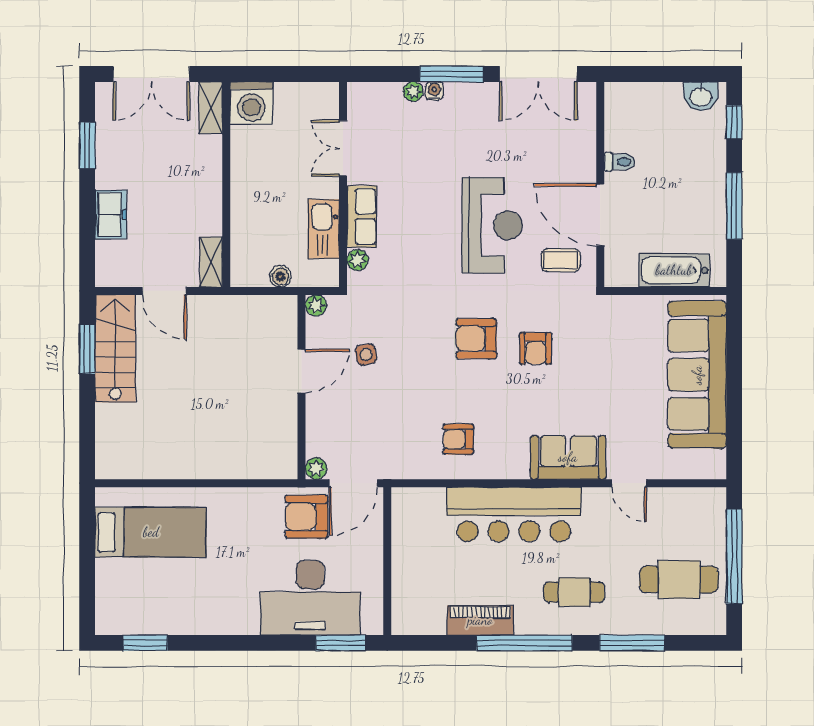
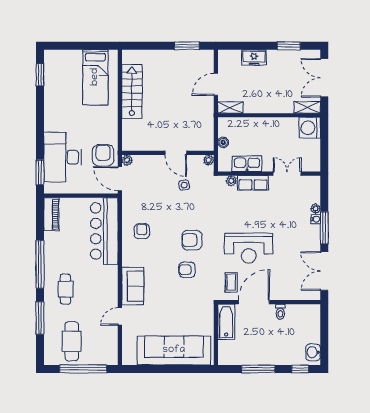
bathtub: (674, 270) -> (226, 322), moved
armchair: (476, 339) -> (192, 240), turned -90
stairs: (115, 349) -> (132, 92), moved, turned -90
bar counter: (514, 514) -> (104, 231), moved
piano: (480, 620) -> (51, 214), moved

